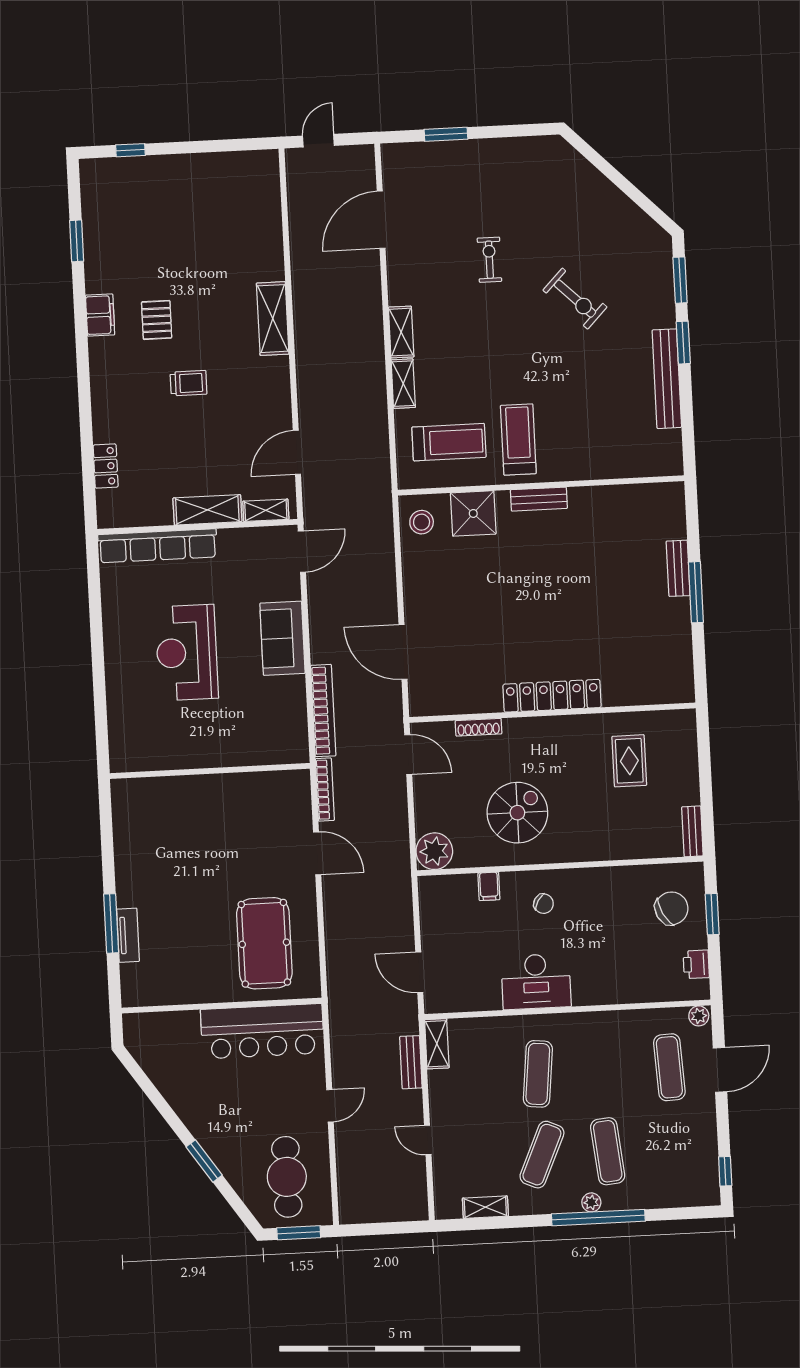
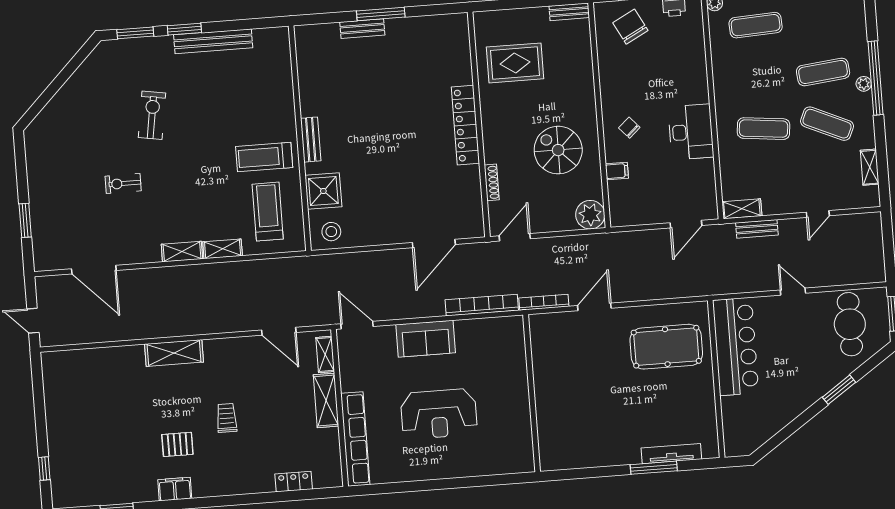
exercise bike: (575, 299) -> (152, 115), turned -35
rug: (629, 761) -> (515, 63), width x1.36, depth x1.43
chair: (544, 904) -> (629, 128), turned -73
tv unit: (128, 935) -> (671, 454), width x1.41
cafe table: (287, 1177) -> (850, 324), turned 90

